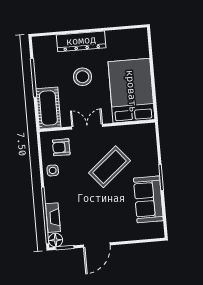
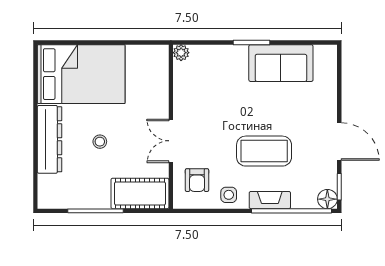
stool: (82, 77) -> (100, 142), width x0.53, depth x0.53
bed: (131, 91) -> (81, 74), moved, turned 180
plant: (150, 129) -> (181, 53), added
coffee table: (109, 167) -> (264, 151), moved, turned -50
fireplace: (53, 218) -> (270, 200), moved

